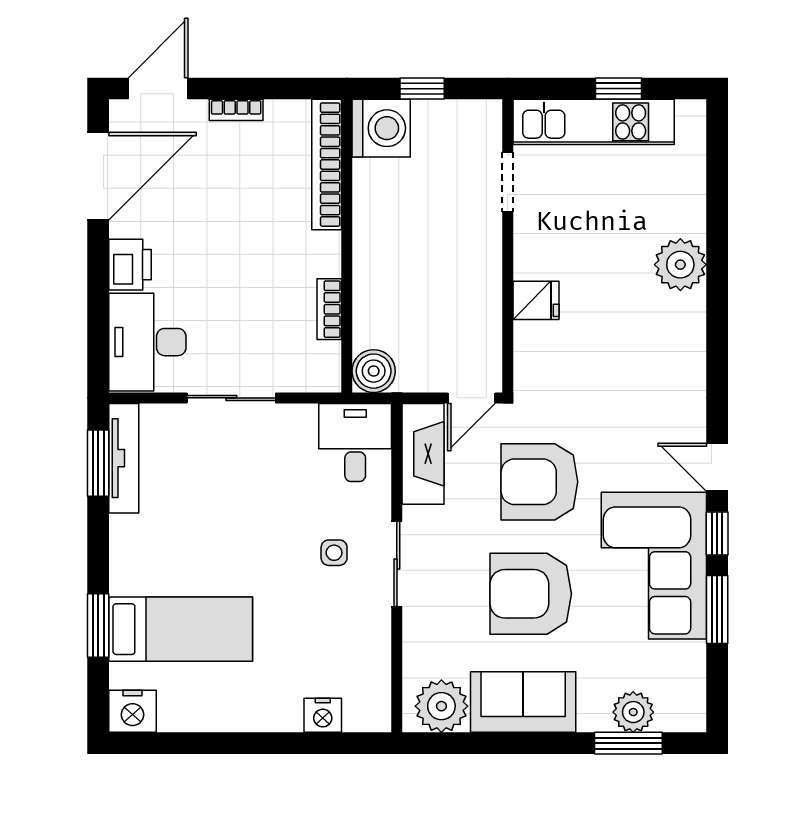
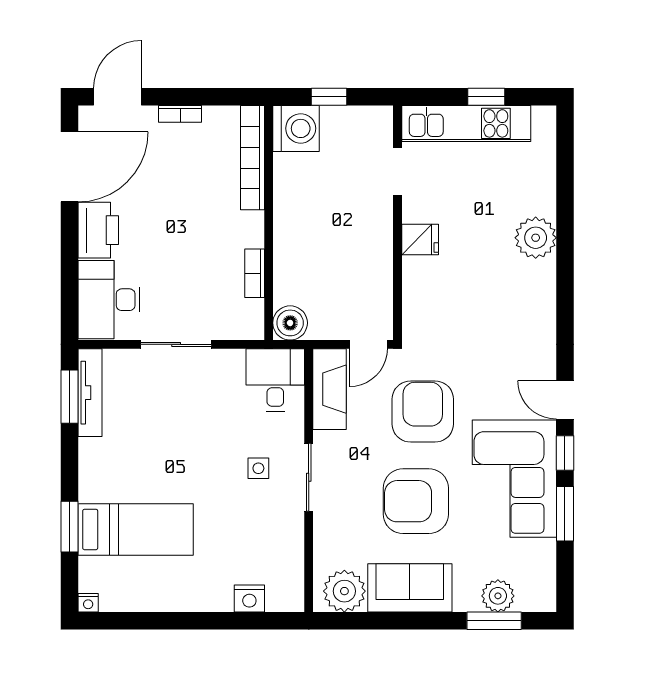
printer: (130, 265) -> (98, 230), width x1.37, depth x1.19
fridge: (536, 300) -> (420, 240), moved
armchair: (539, 482) -> (423, 412), turned 90
nightstand: (132, 711) -> (88, 603), width x0.53, depth x0.56

